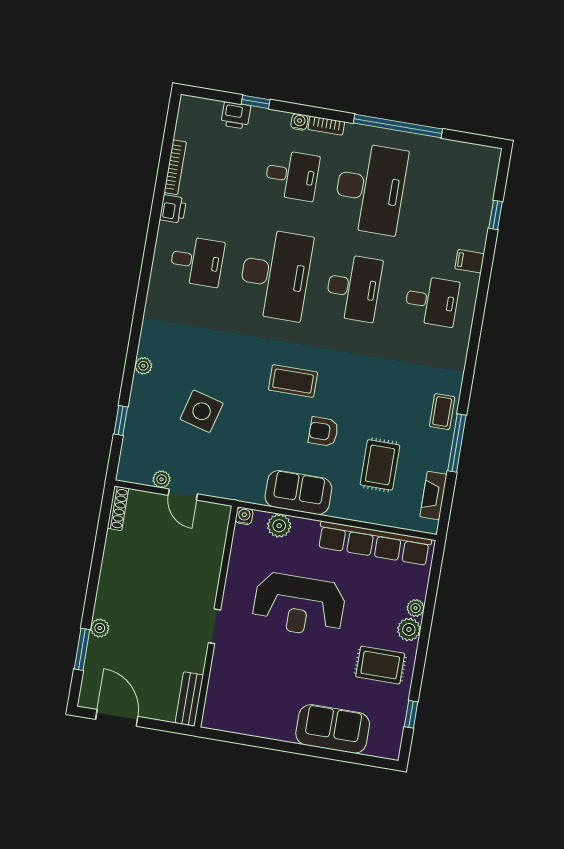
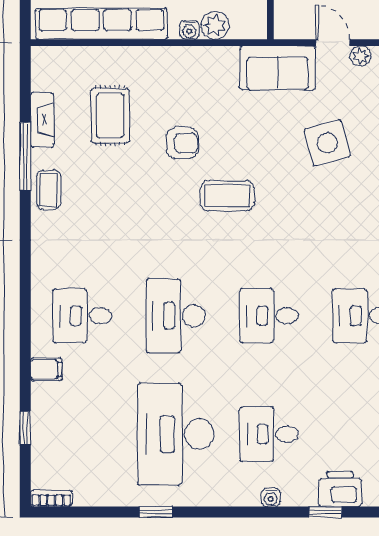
printer: (236, 115) -> (340, 489), width x1.36, depth x1.24
bookcase: (326, 126) -> (51, 498), moved
window: (398, 126) -> (156, 512), width x0.32
desk: (275, 274) -> (269, 316), width x0.53, depth x0.77
side table: (202, 411) -> (327, 143), turned -30
sofa: (298, 492) -> (278, 68), moved
fireplace: (433, 496) -> (42, 120), moved
water cooler: (244, 516) -> (189, 30), moved

